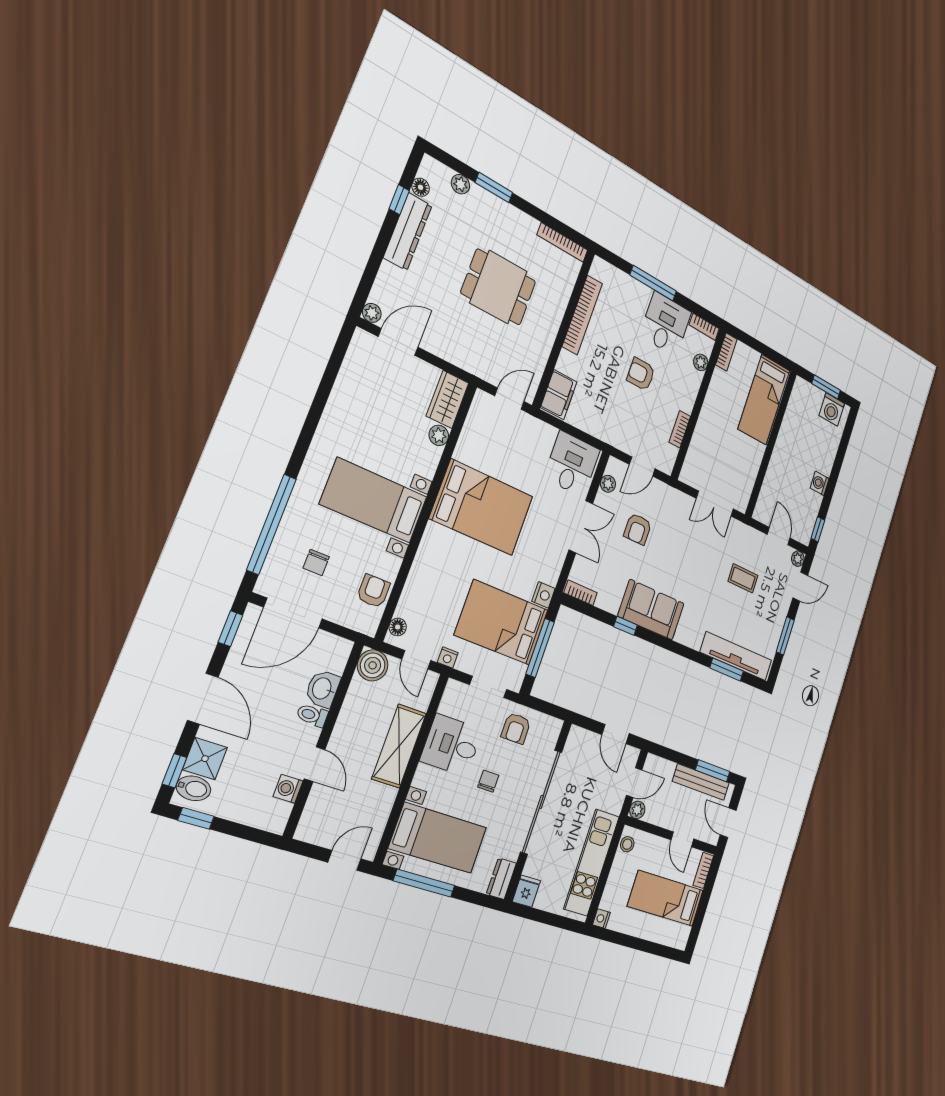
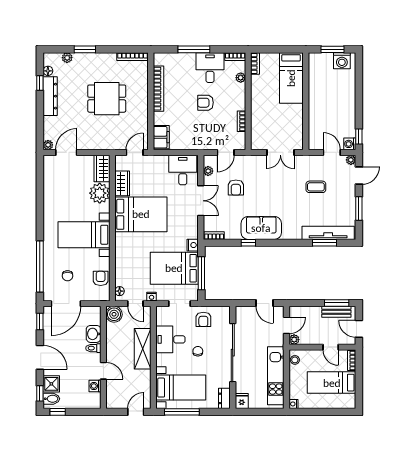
plant: (439, 435) -> (100, 193), width x1.87, depth x1.87
wardrobe: (471, 441) -> (122, 183), added
washing machine: (820, 483) -> (350, 144), moved
bench: (701, 782) -> (336, 312), width x0.73

